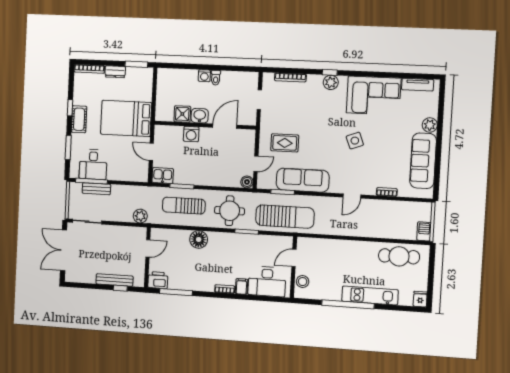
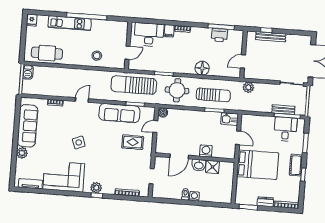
printer: (158, 280) -> (219, 35), moved
stool: (303, 282) -> (97, 56), moved

